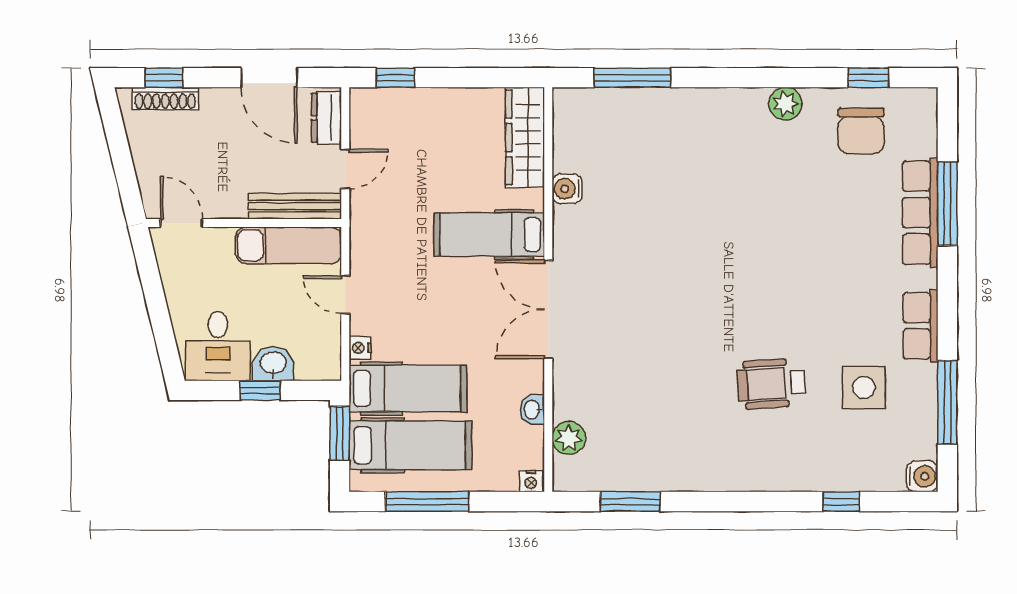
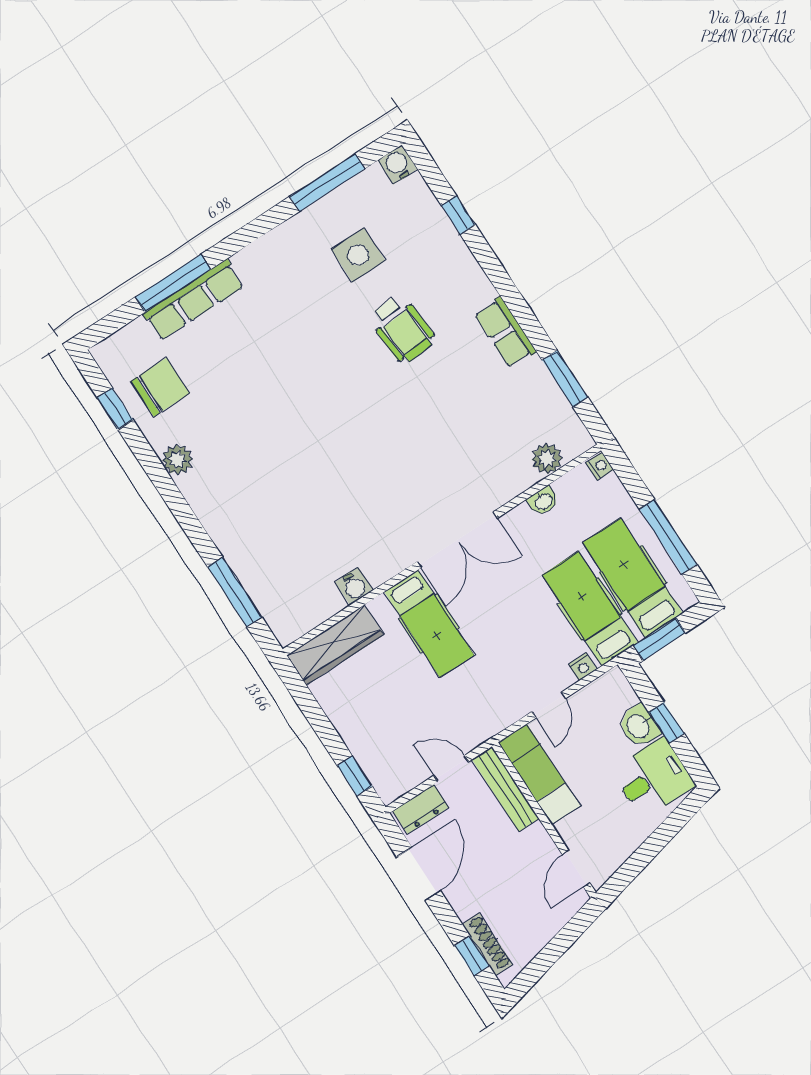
row of seats: (921, 326) -> (505, 332), moved, turned 90

